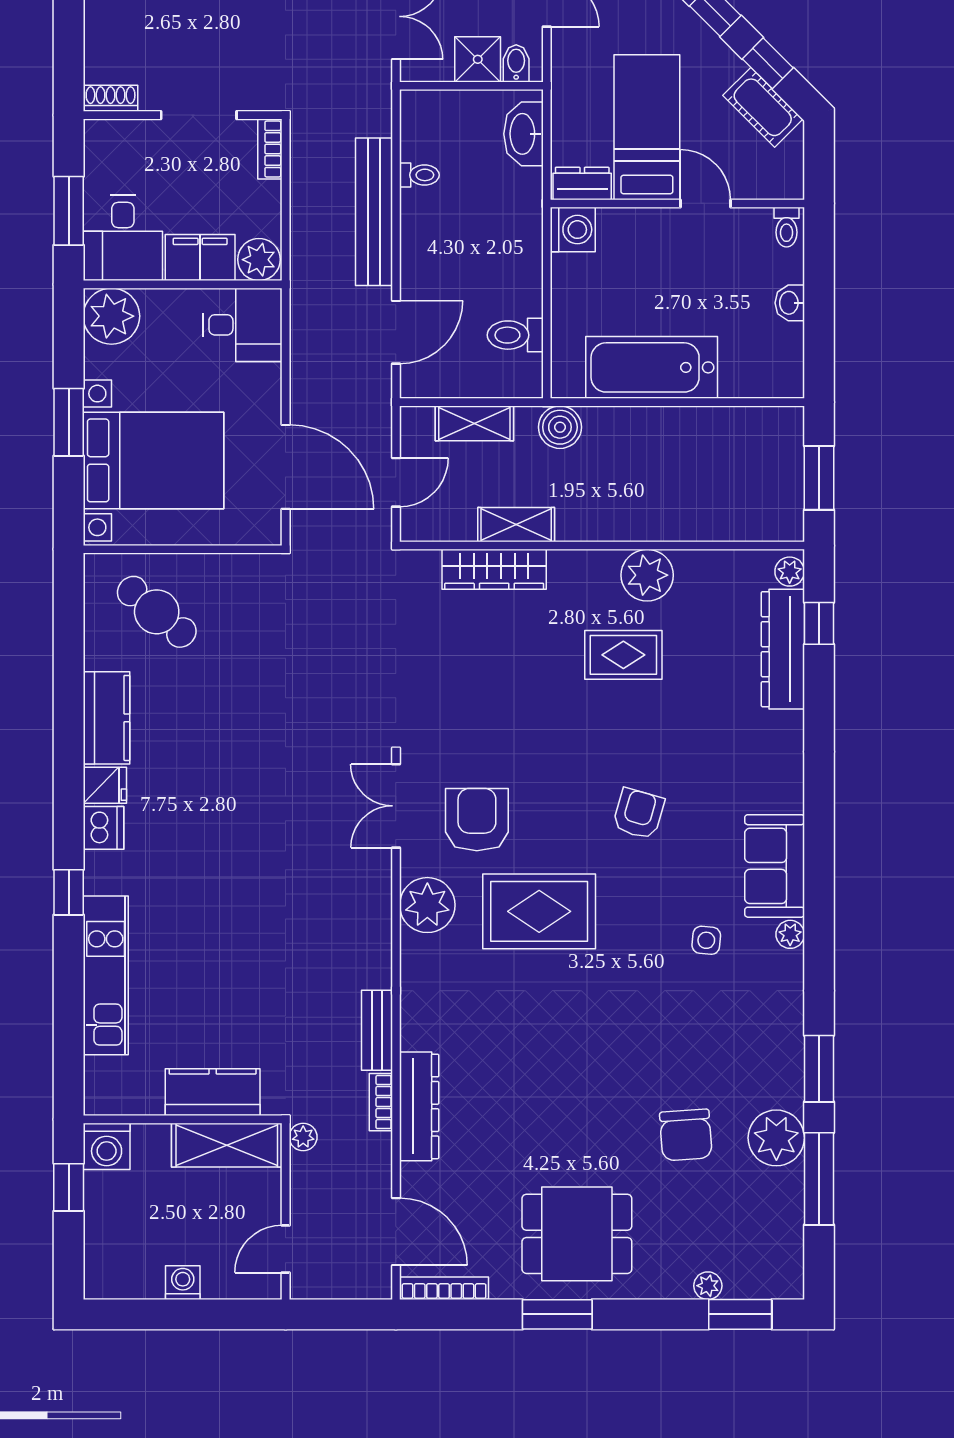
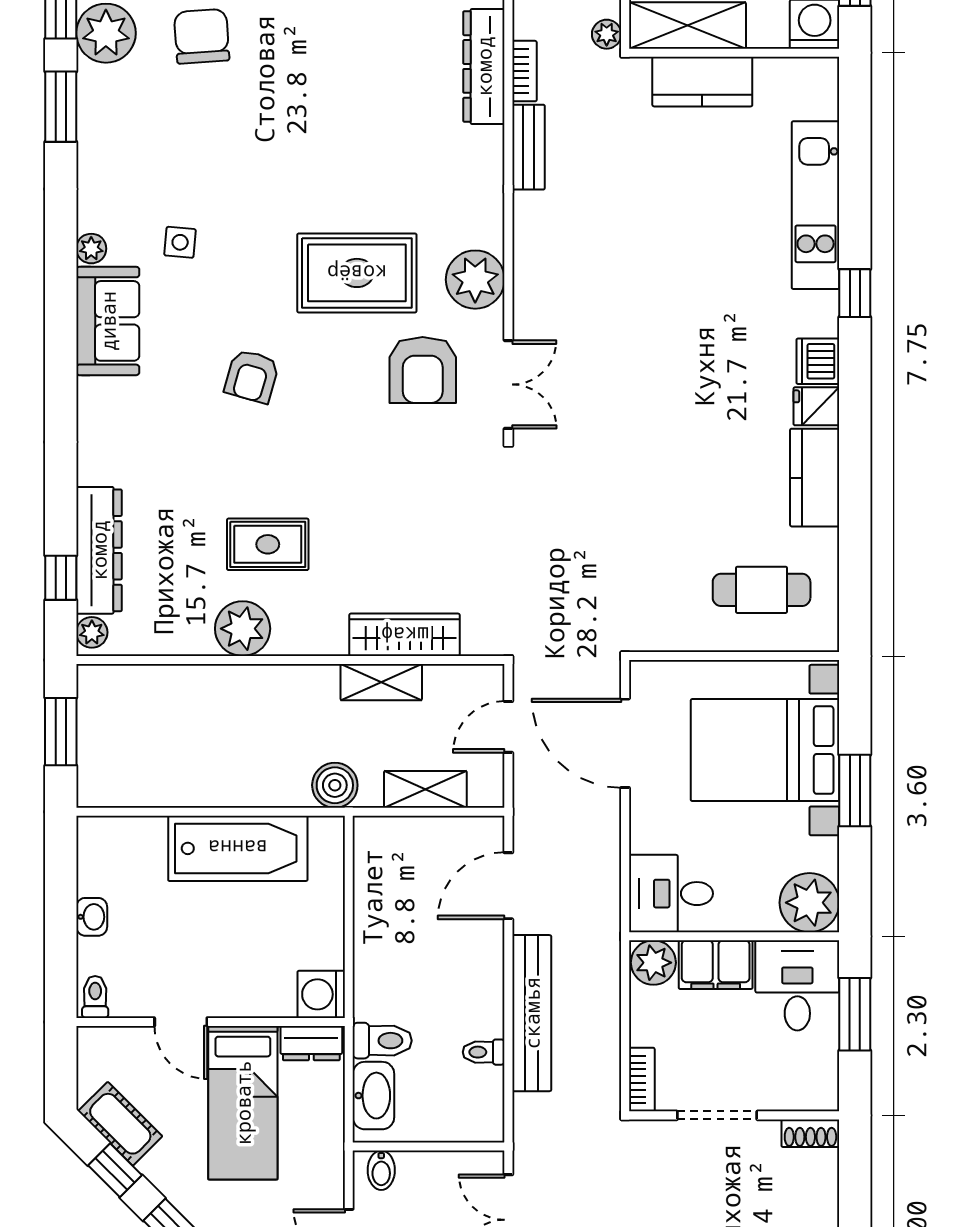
shower: (478, 59) -> (422, 1174), removed
toilet: (515, 335) -> (382, 1041), moved
cafe table: (157, 612) -> (762, 590), turned -40

